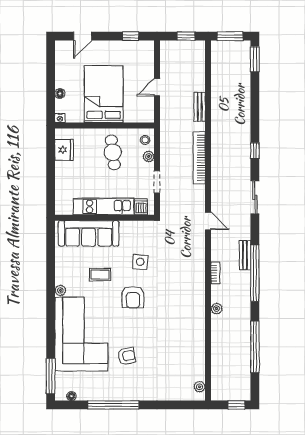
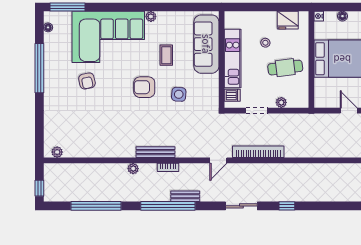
bench: (200, 107) -> (156, 152), moved, width x1.36
stool: (145, 140) -> (265, 43), moved
bookcase: (199, 158) -> (258, 152), moved

